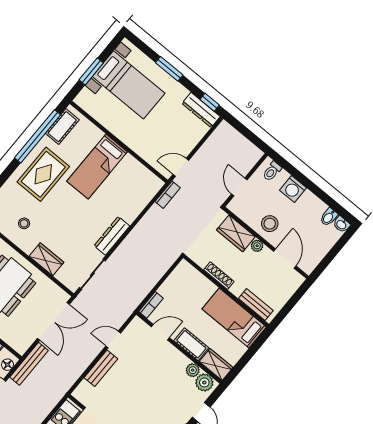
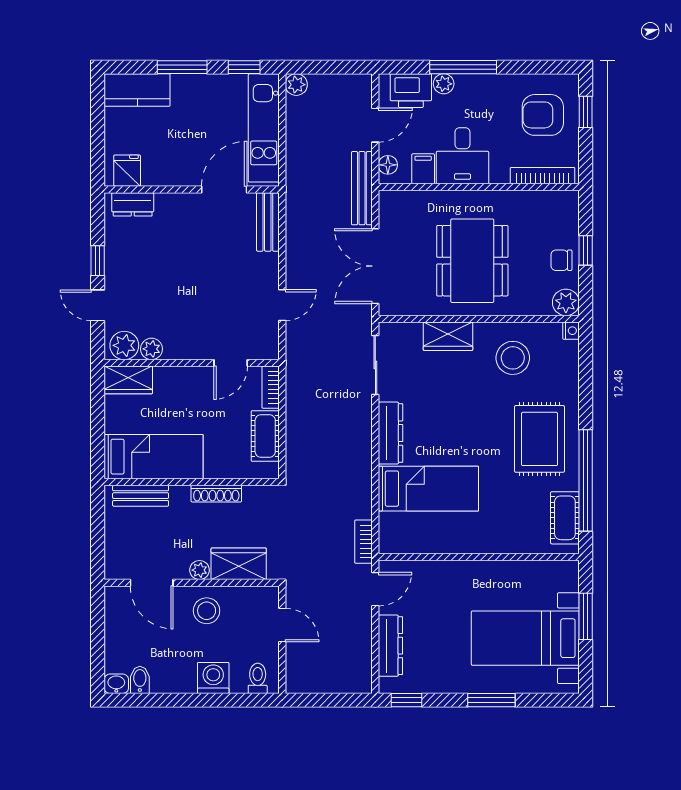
dresser: (201, 110) -> (390, 646), moved, turned 90
bed: (97, 167) -> (428, 489), moved, turned 90
stool: (24, 223) -> (513, 358), width x1.89, depth x1.89
cot: (191, 344) -> (265, 436), moved, turned 90
bench: (101, 368) -> (268, 222), moved

